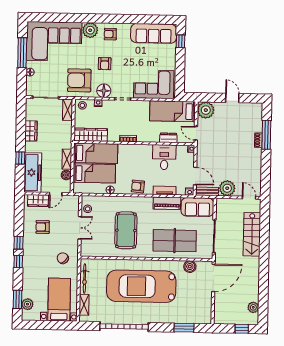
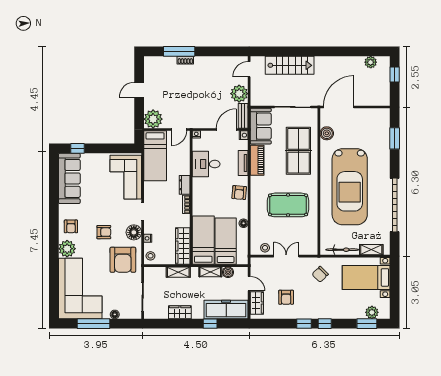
shelving: (68, 110) -> (178, 272), moved
dresser: (168, 138) -> (185, 185), moved
door: (213, 278) -> (339, 107), hinge flipped

